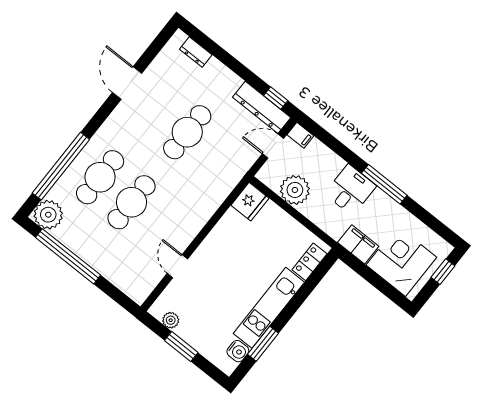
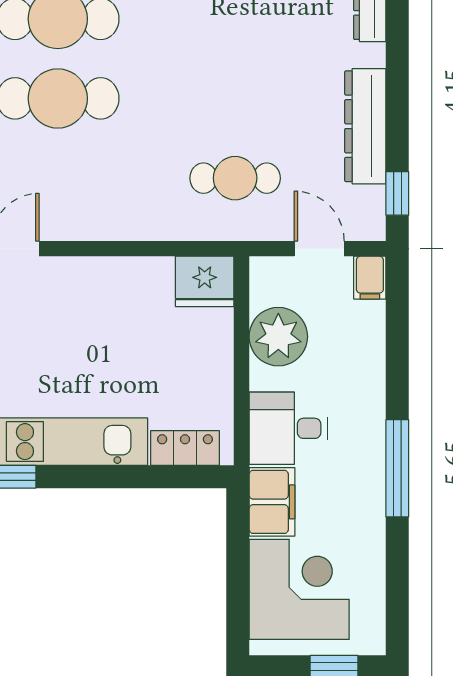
dresser: (262, 107) -> (365, 126), moved
cafe table: (187, 132) -> (235, 178), moved, width x0.73, depth x0.74
desk: (350, 190) -> (288, 428), moved, turned 180

